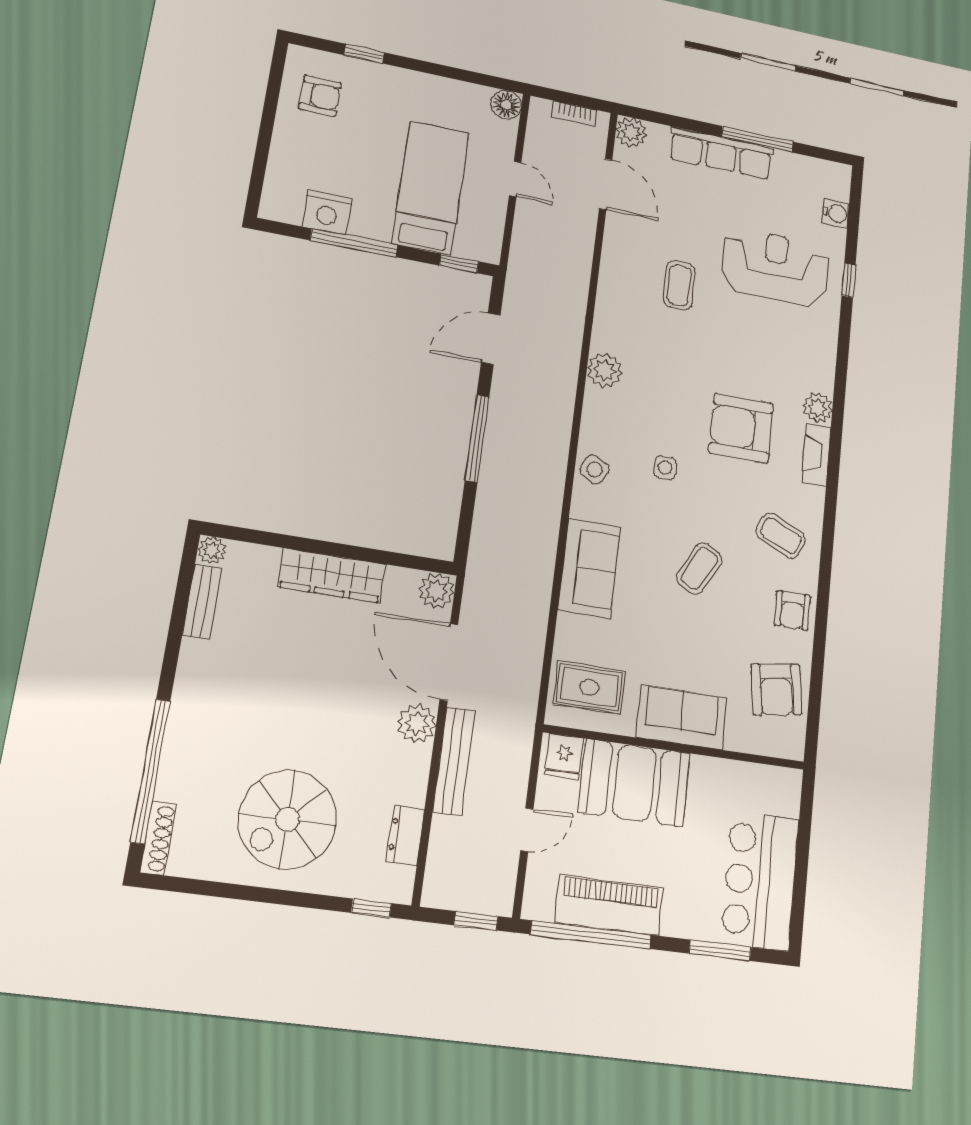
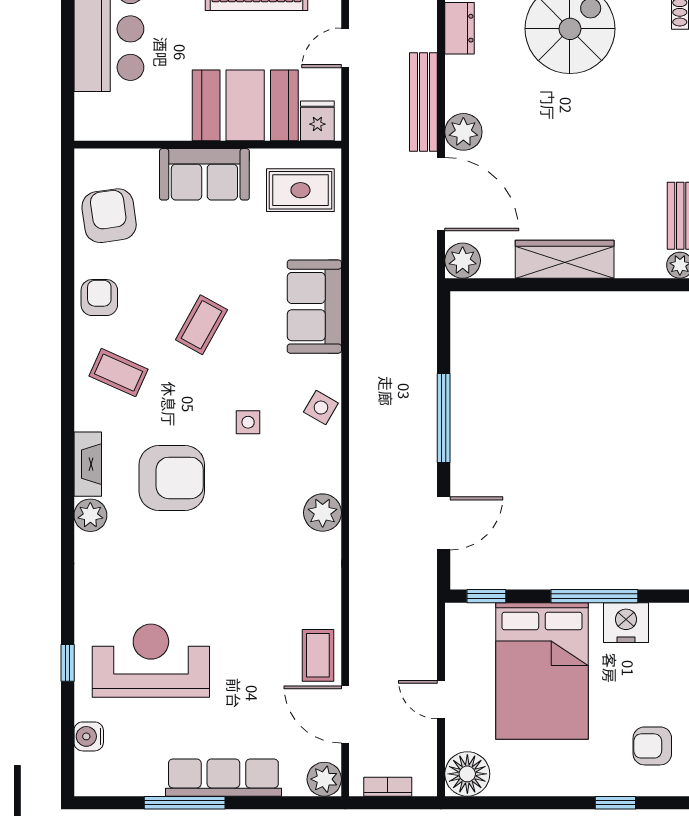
floor lamp: (506, 105) -> (467, 774), width x1.38, depth x1.38
bed: (431, 188) -> (542, 671), width x1.50
reception desk: (775, 267) -> (151, 661), turned 180
coffee table: (679, 285) -> (318, 655), moved

